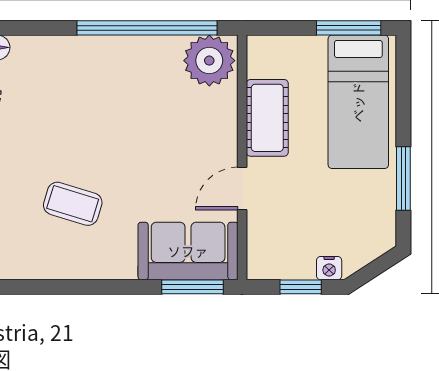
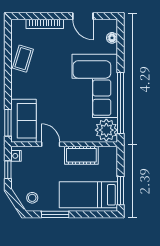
corner sofa: (108, 87) -> (95, 86), added
coffee table: (73, 204) -> (23, 59), moved
stool: (365, 231) -> (32, 198), added
nightstand: (329, 268) -> (16, 156), moved

